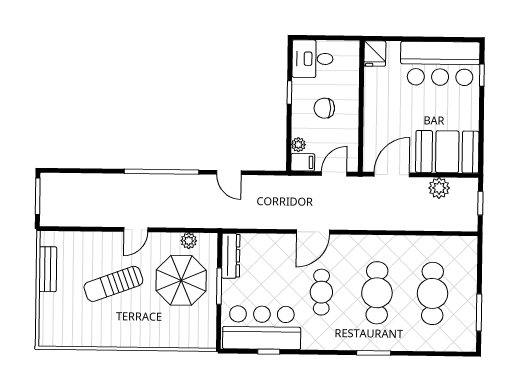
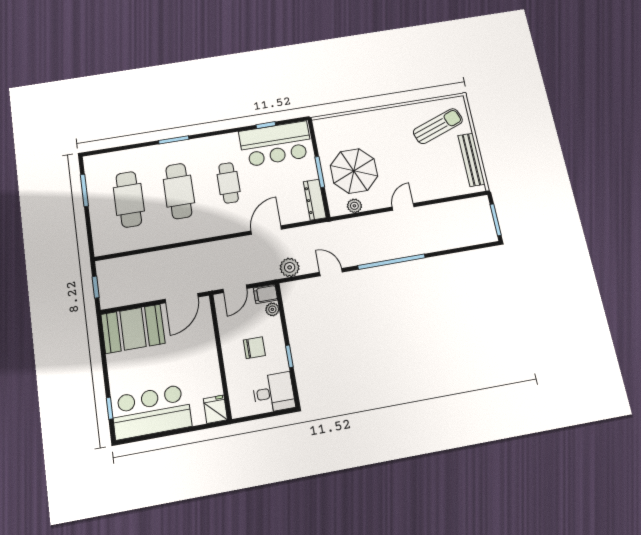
plant: (439, 188) -> (290, 267), moved
door: (313, 232) -> (266, 230), moved
bench: (48, 269) -> (471, 160), width x1.36
sun lounger: (113, 284) -> (438, 126), moved

